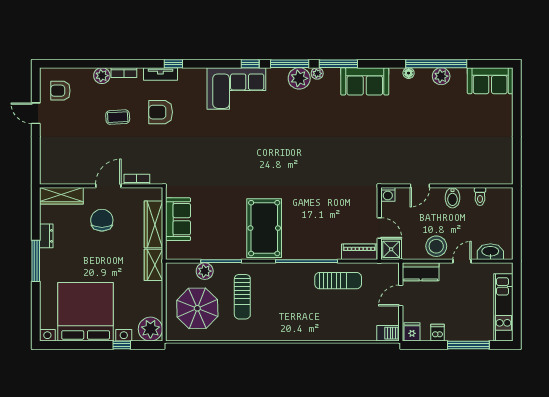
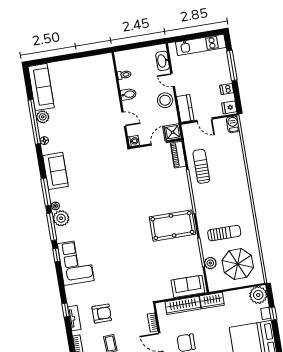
sofa: (490, 81) -> (41, 87), width x1.36
armchair: (161, 112) -> (102, 313), turned -90
sofa: (178, 219) -> (188, 286), moved

